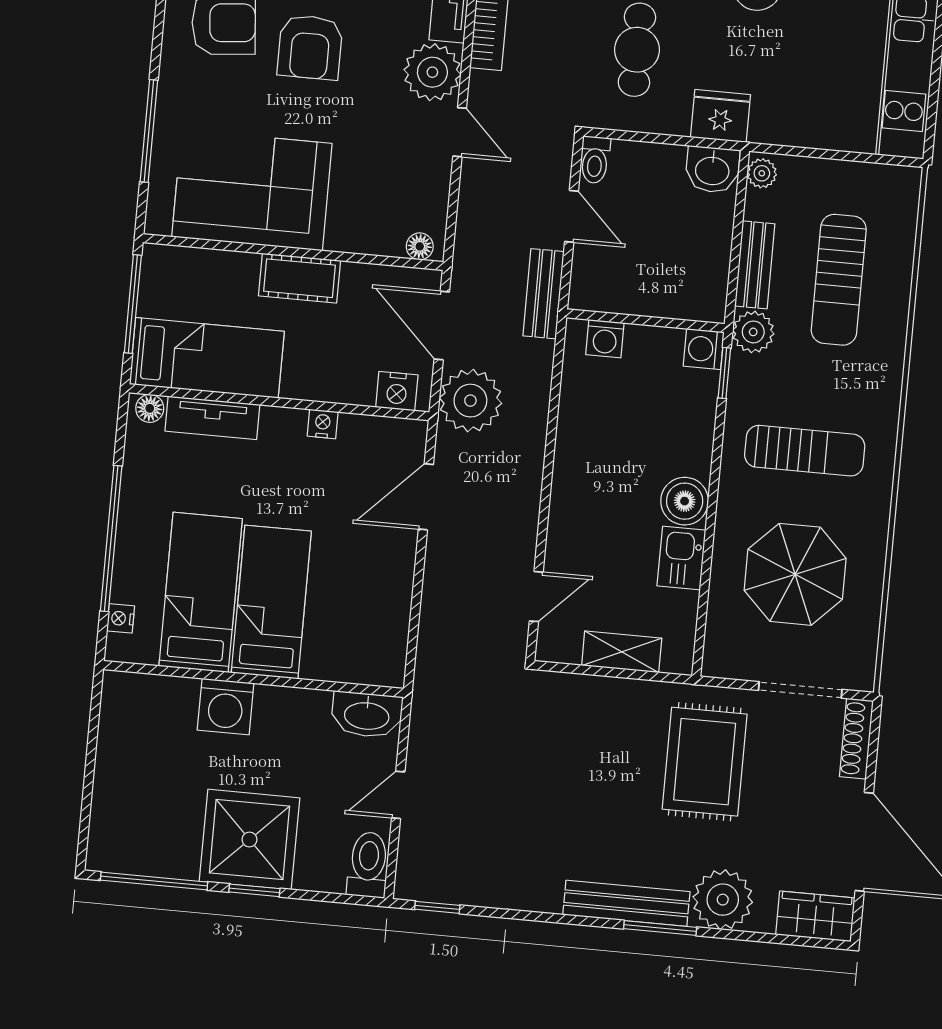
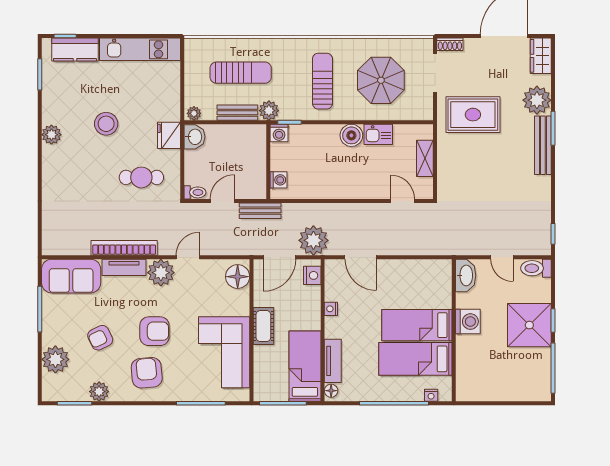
floor lamp: (420, 246) -> (238, 277), width x1.89, depth x1.89
washing machine: (226, 707) -> (468, 322), moved
shoe rack: (856, 739) -> (450, 44), width x0.70

